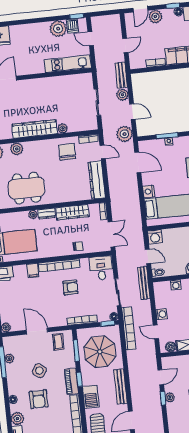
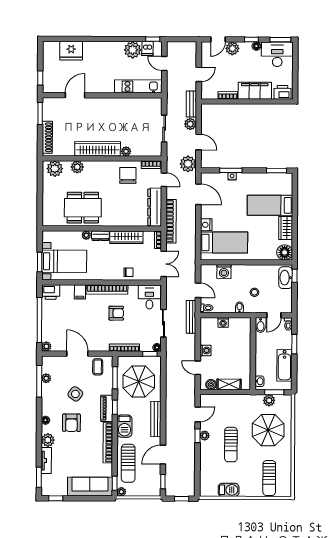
washing machine: (155, 237) -> (224, 272), moved
bookcase: (129, 329) -> (171, 221), moved

